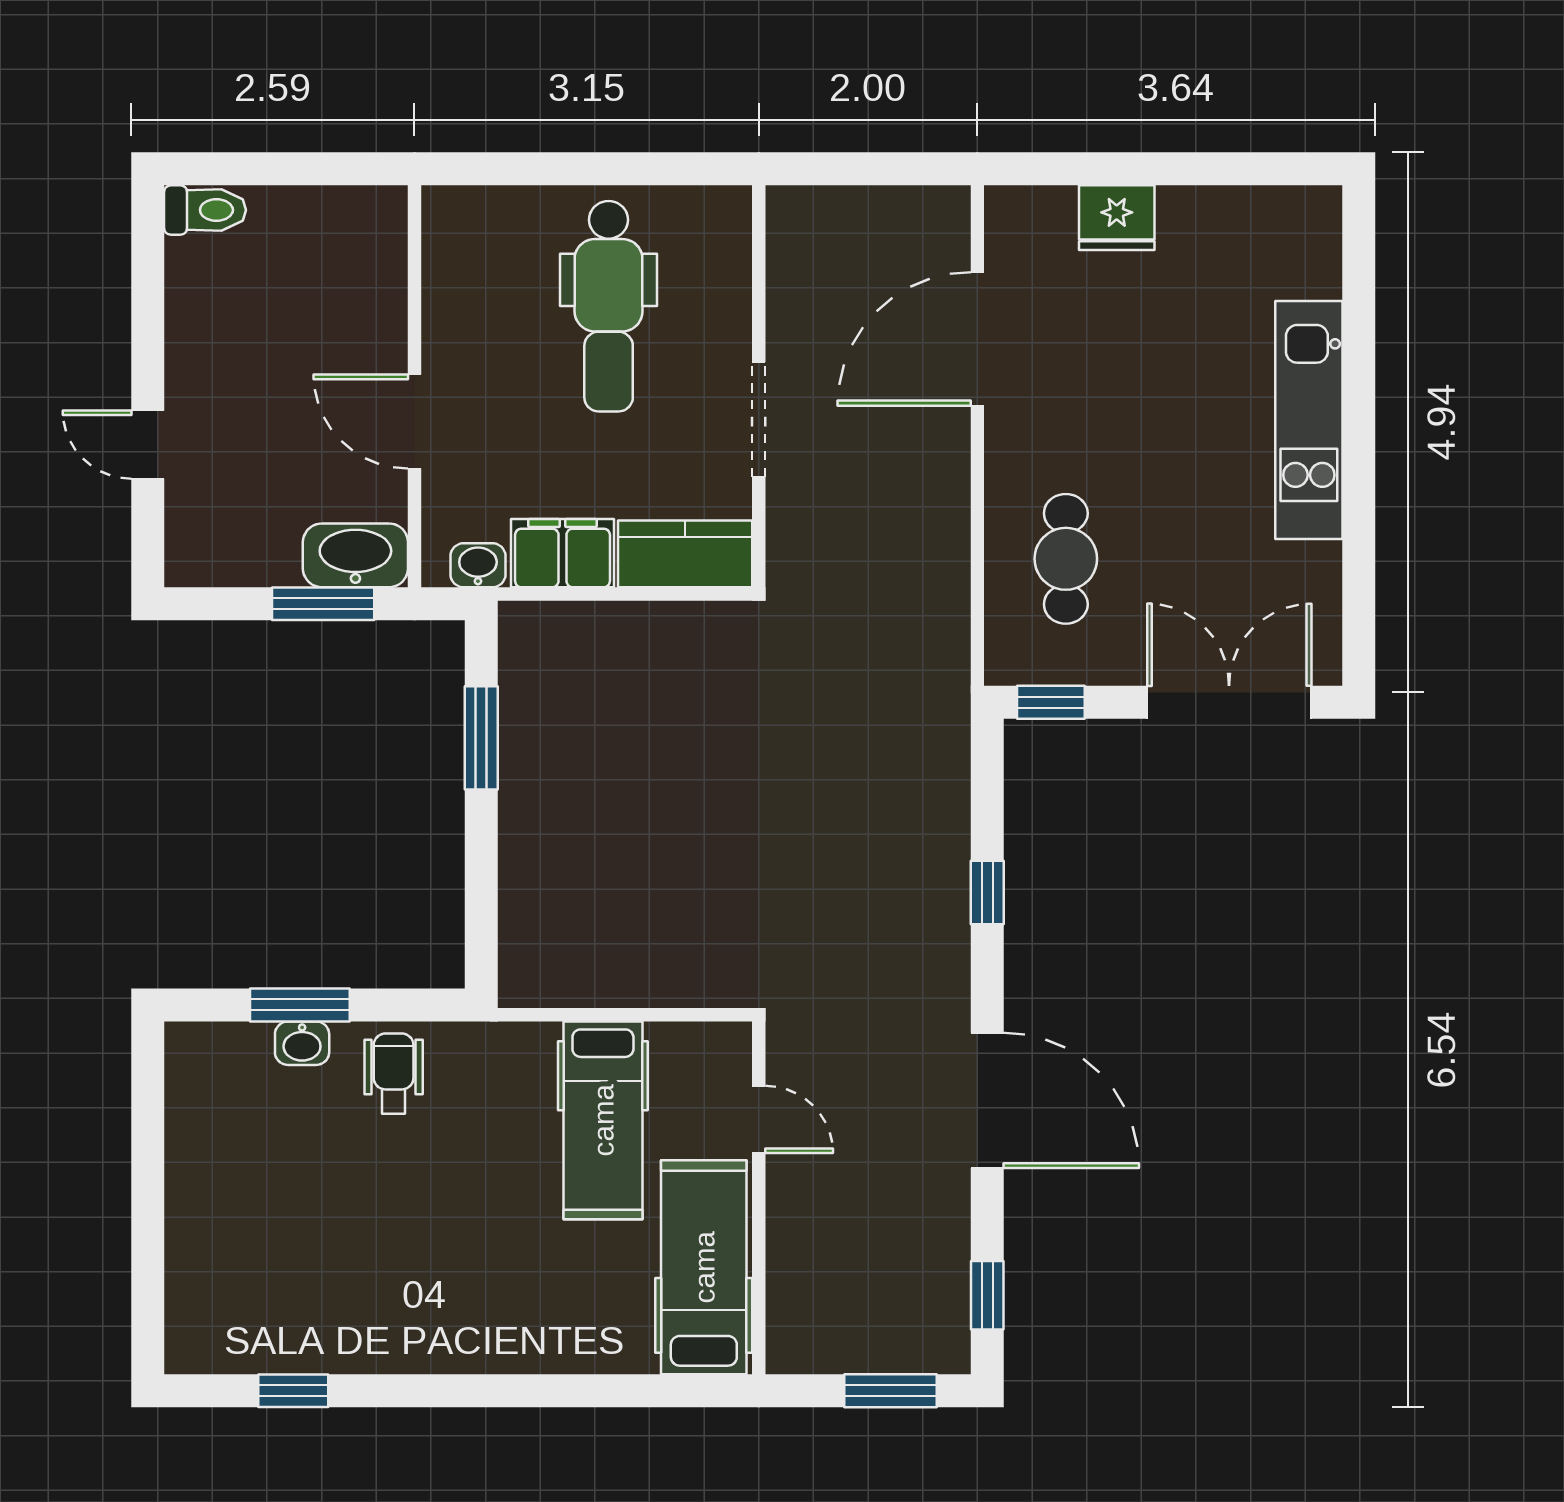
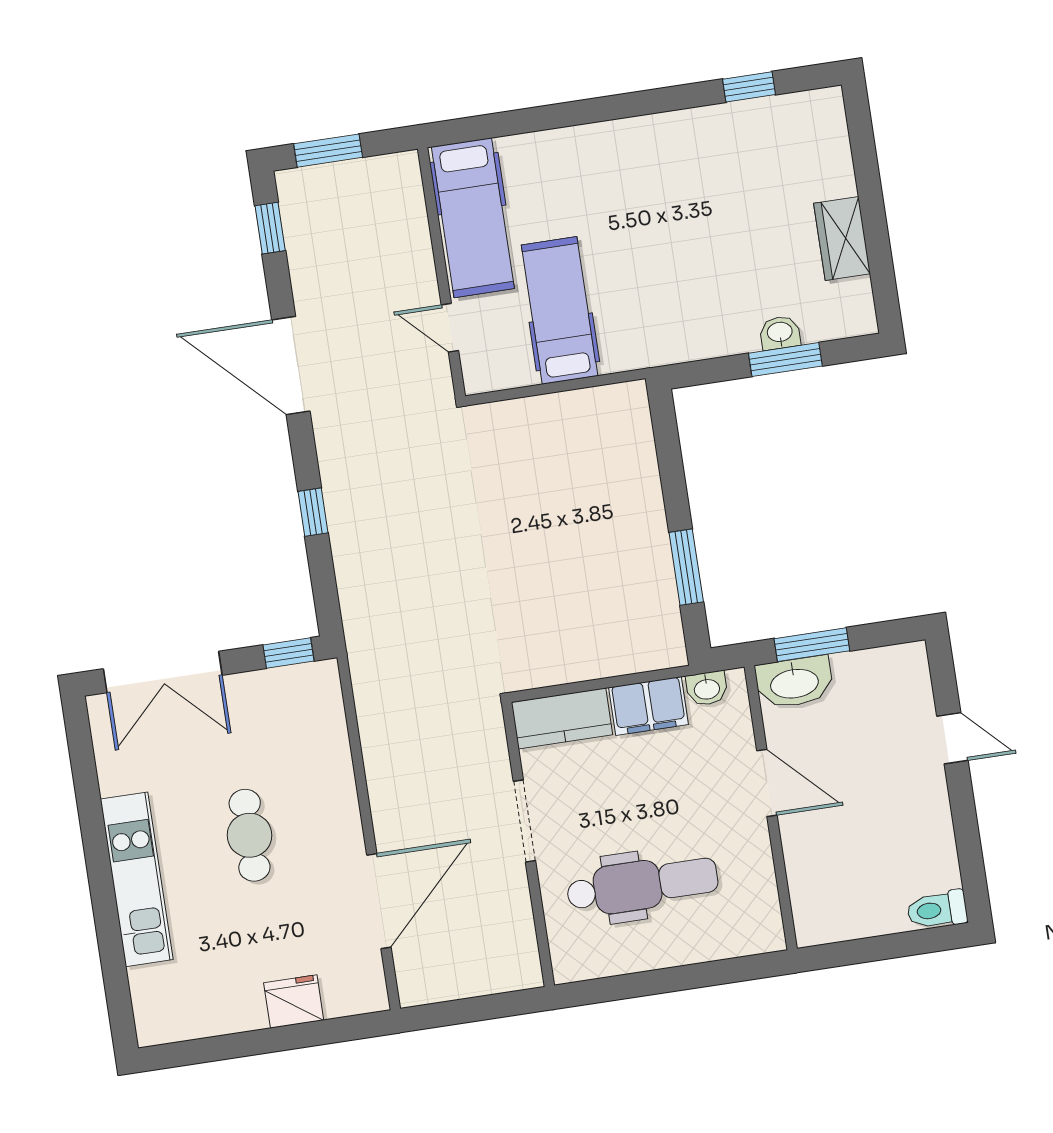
dental chair: (609, 306) -> (642, 885), turned 90
cafe table: (1066, 559) -> (250, 835), moved
wheelchair: (394, 1073) -> (712, 321), removed
wardrobe: (196, 1161) -> (842, 239), added

